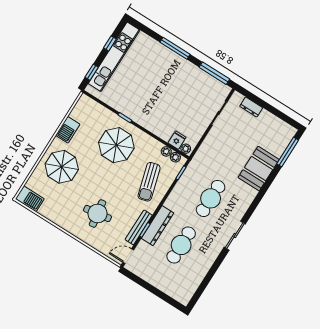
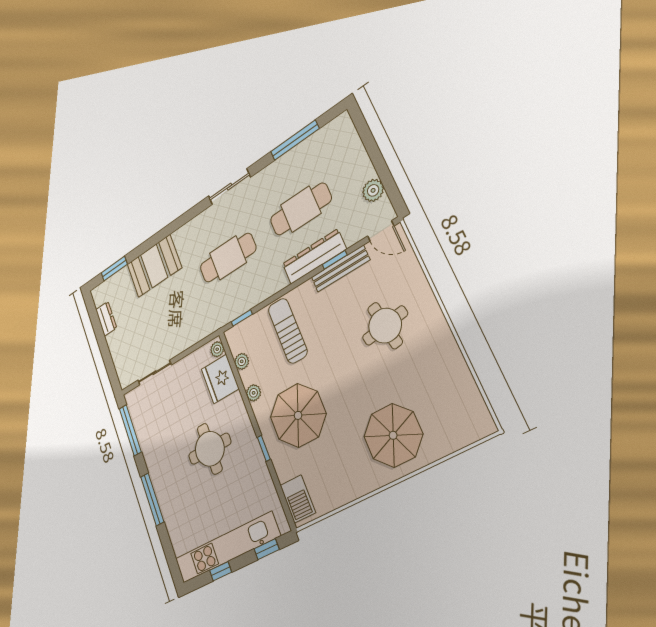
round table: (156, 97) -> (210, 449), added
dresser: (251, 107) -> (106, 319), moved
barbecue: (68, 130) -> (298, 499), moved, turned 90
fridge: (177, 140) -> (220, 379), width x1.88, depth x1.34
window: (288, 152) -> (114, 269), width x0.69
plant: (175, 157) -> (254, 393), moved
sun lounger: (149, 182) -> (288, 331), turned -74
barbecue: (30, 199) -> (475, 416), removed
plant: (145, 273) -> (373, 190), added
window: (208, 278) -> (295, 140), added

